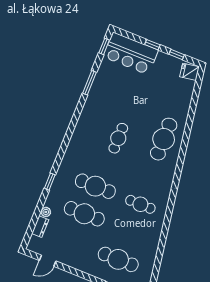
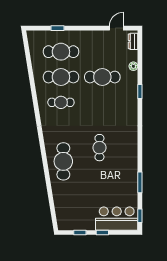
fridge: (190, 72) -> (64, 223), removed
cafe table: (95, 186) -> (61, 77), moved
dresser: (40, 227) -> (133, 41), moved

